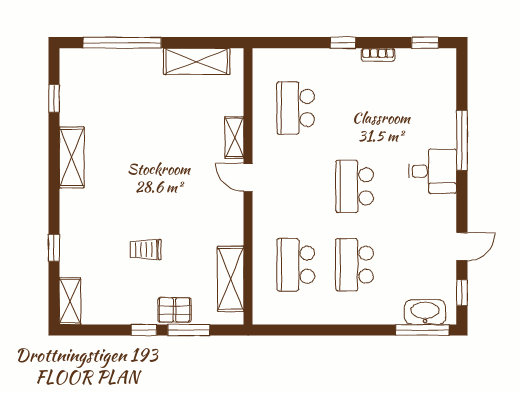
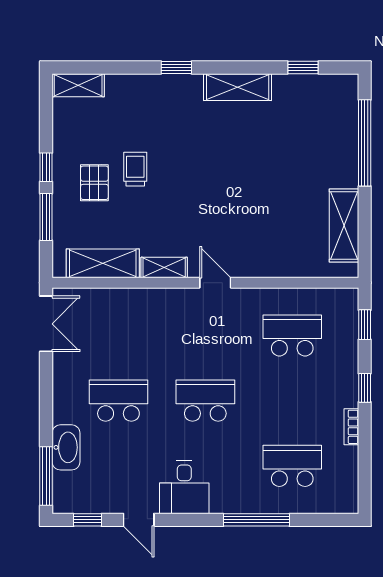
window: (425, 43) -> (365, 325), moved
shelving: (234, 137) -> (164, 267), moved
desk: (433, 171) -> (184, 487), moved
door: (248, 177) -> (215, 283), hinge flipped
window: (54, 248) -> (176, 67), moved
school desk: (296, 265) -> (292, 466), moved
pallet: (175, 310) -> (94, 183), moved
washbasin: (425, 312) -> (66, 447), moved
double door: (285, 330) -> (46, 324), added

